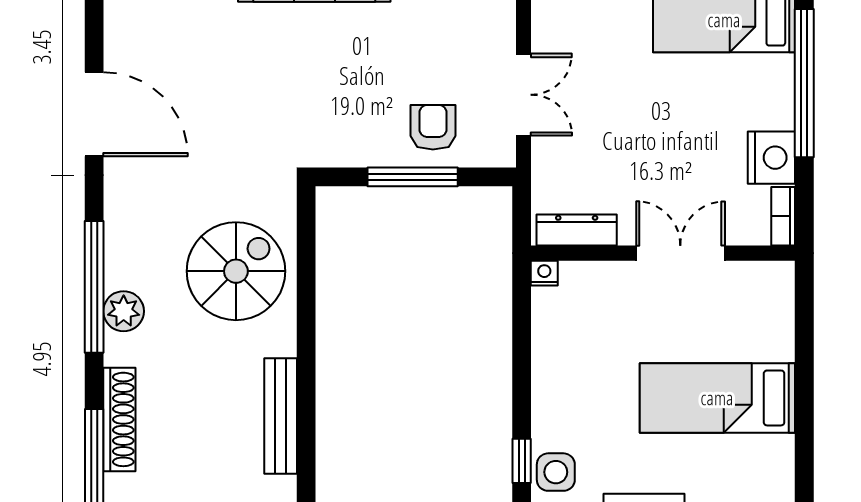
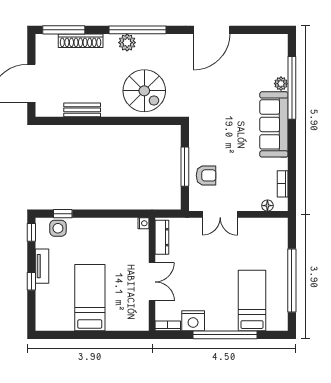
bench: (281, 416) -> (82, 110), width x0.73

